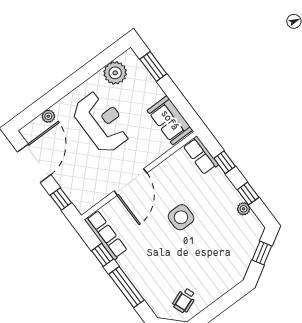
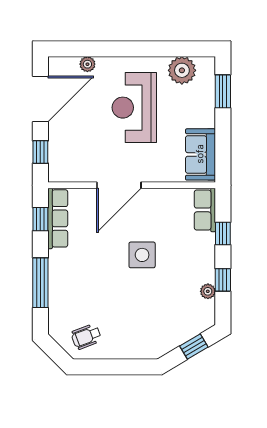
reception desk: (102, 122) -> (134, 108), turned 180
window: (102, 255) -> (40, 219), moved

